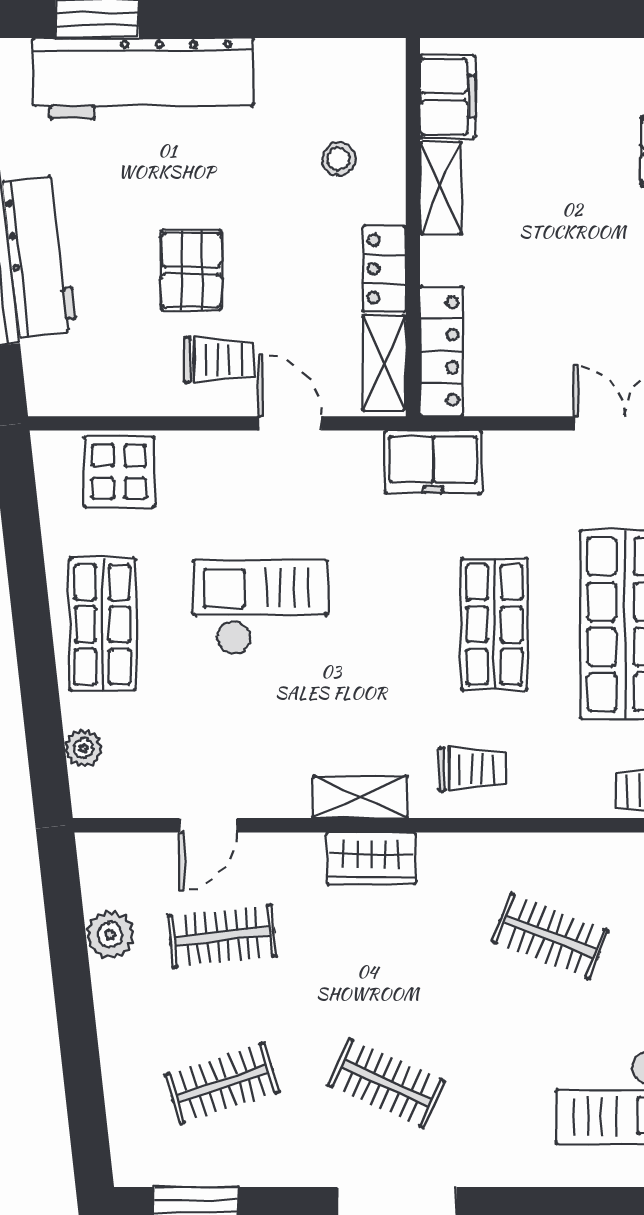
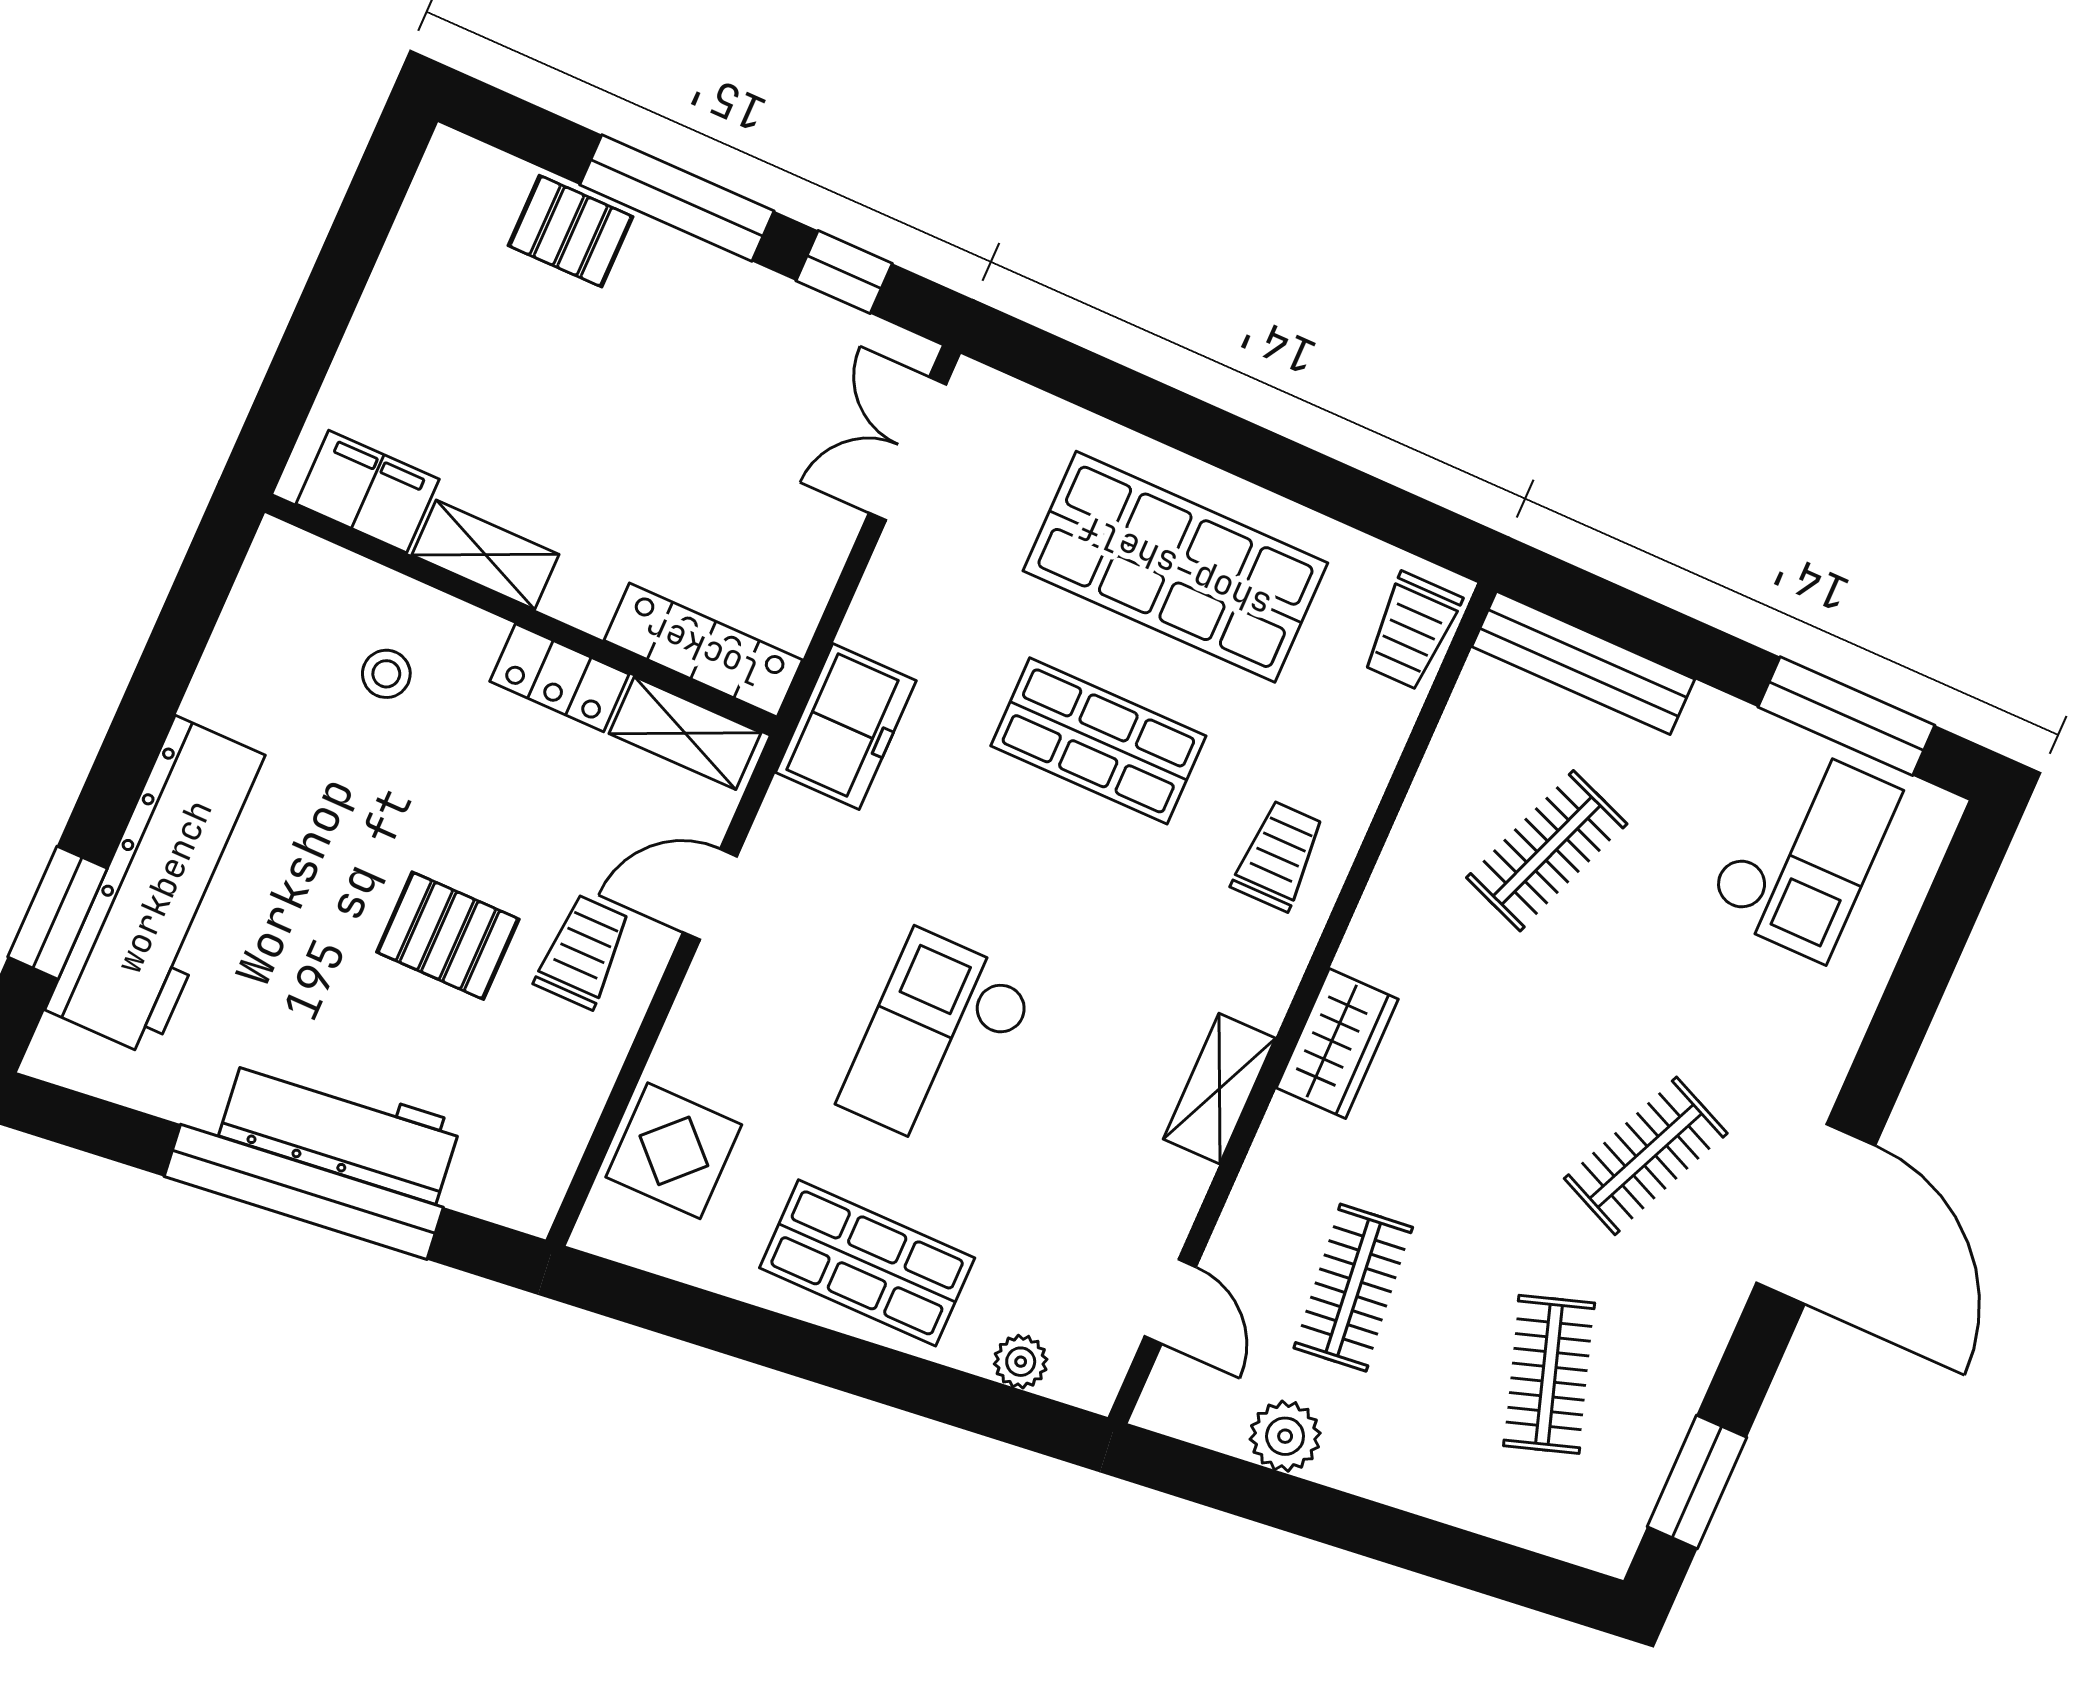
shelving: (360, 797) -> (1219, 1089), moved
door: (208, 825) -> (1170, 1302), moved

